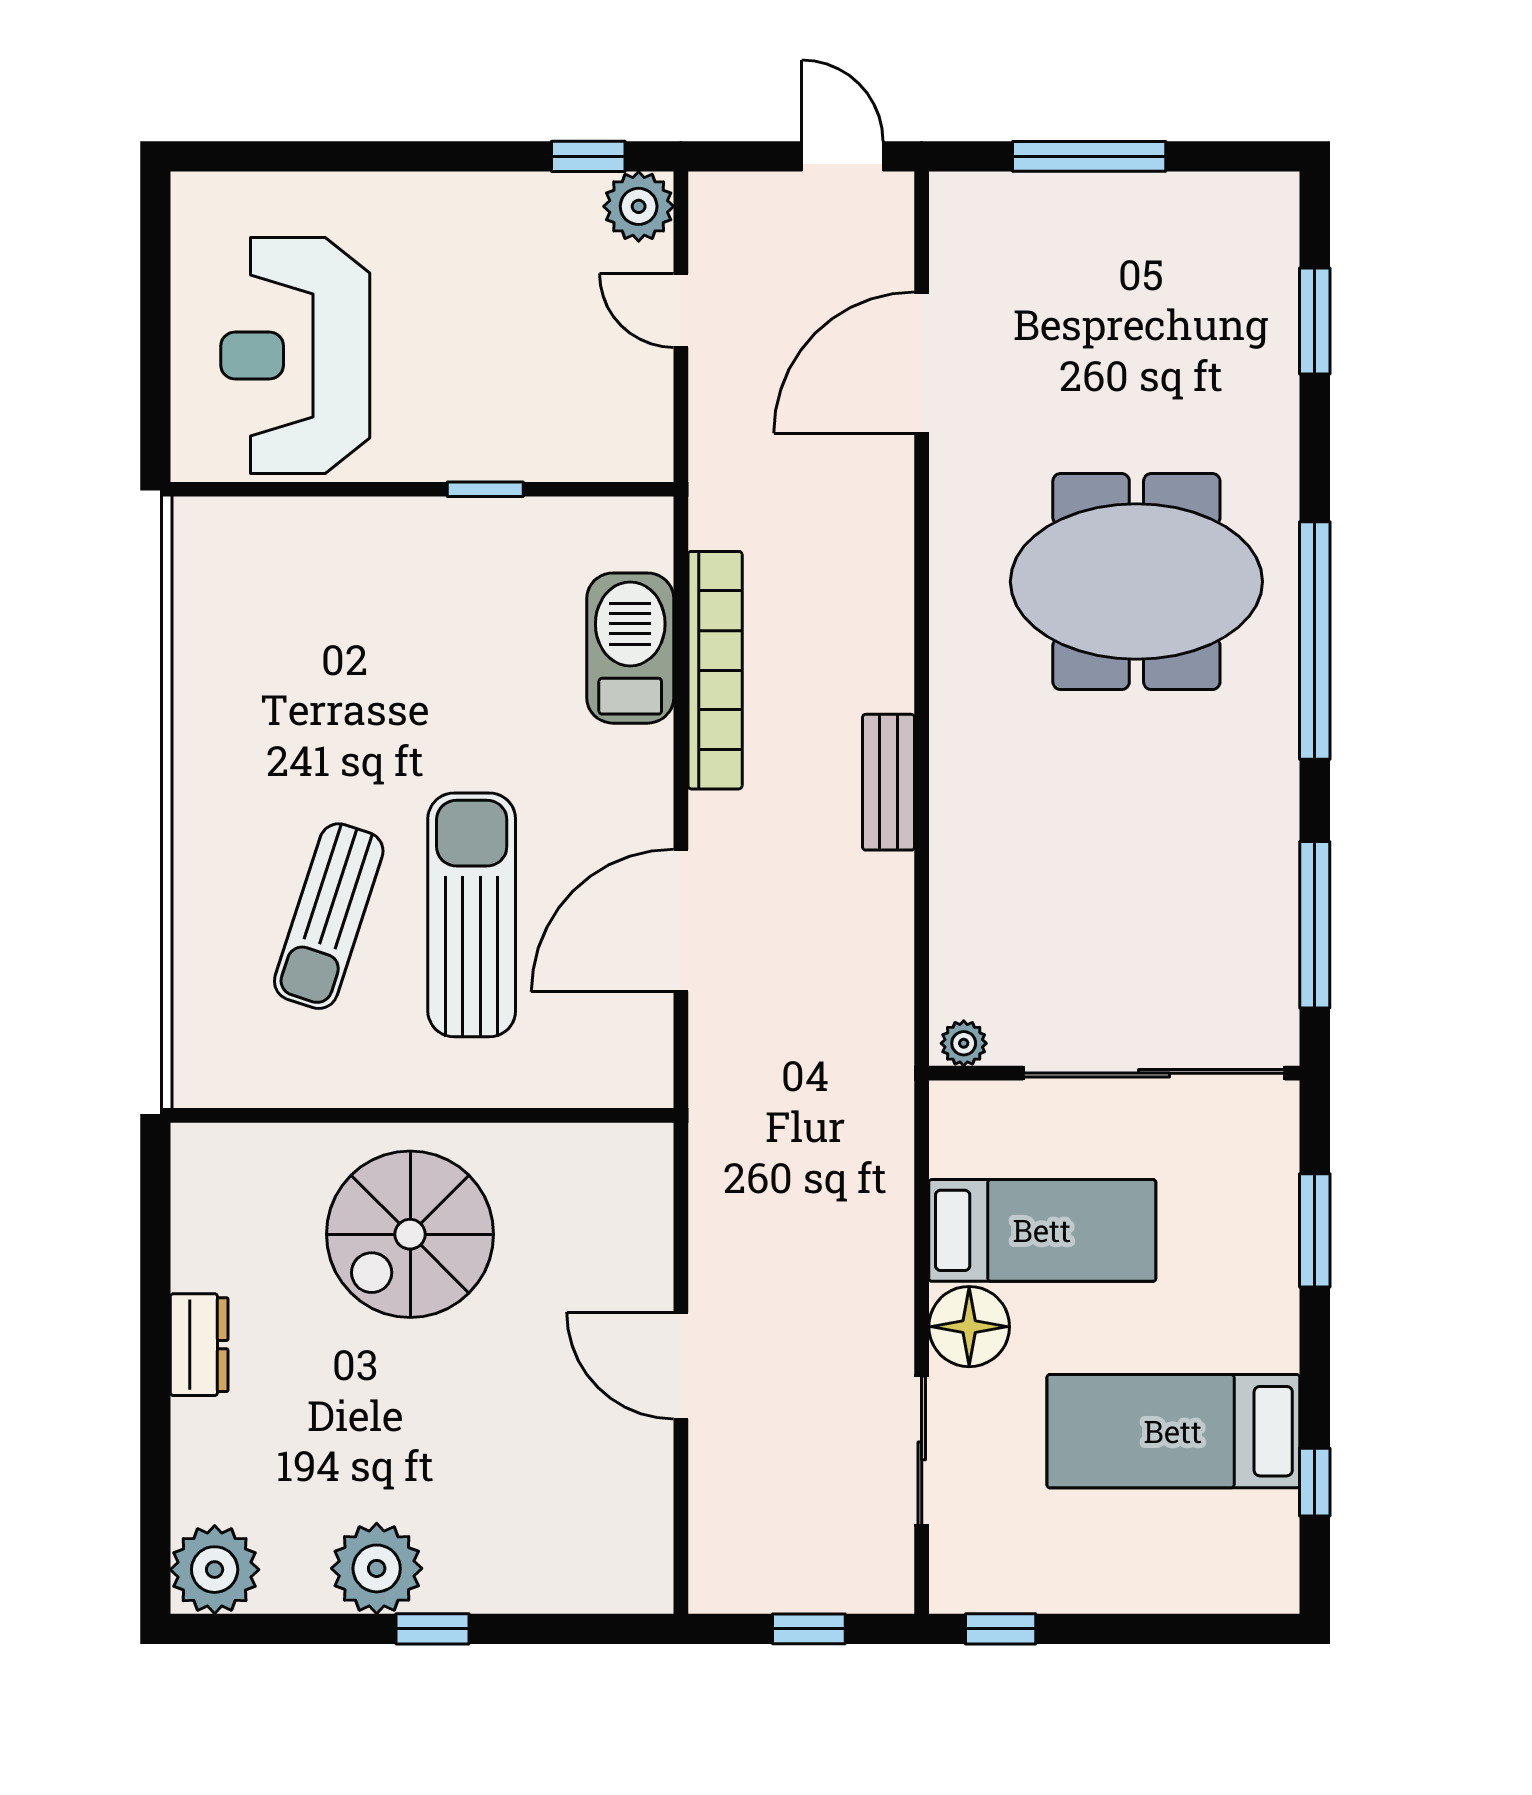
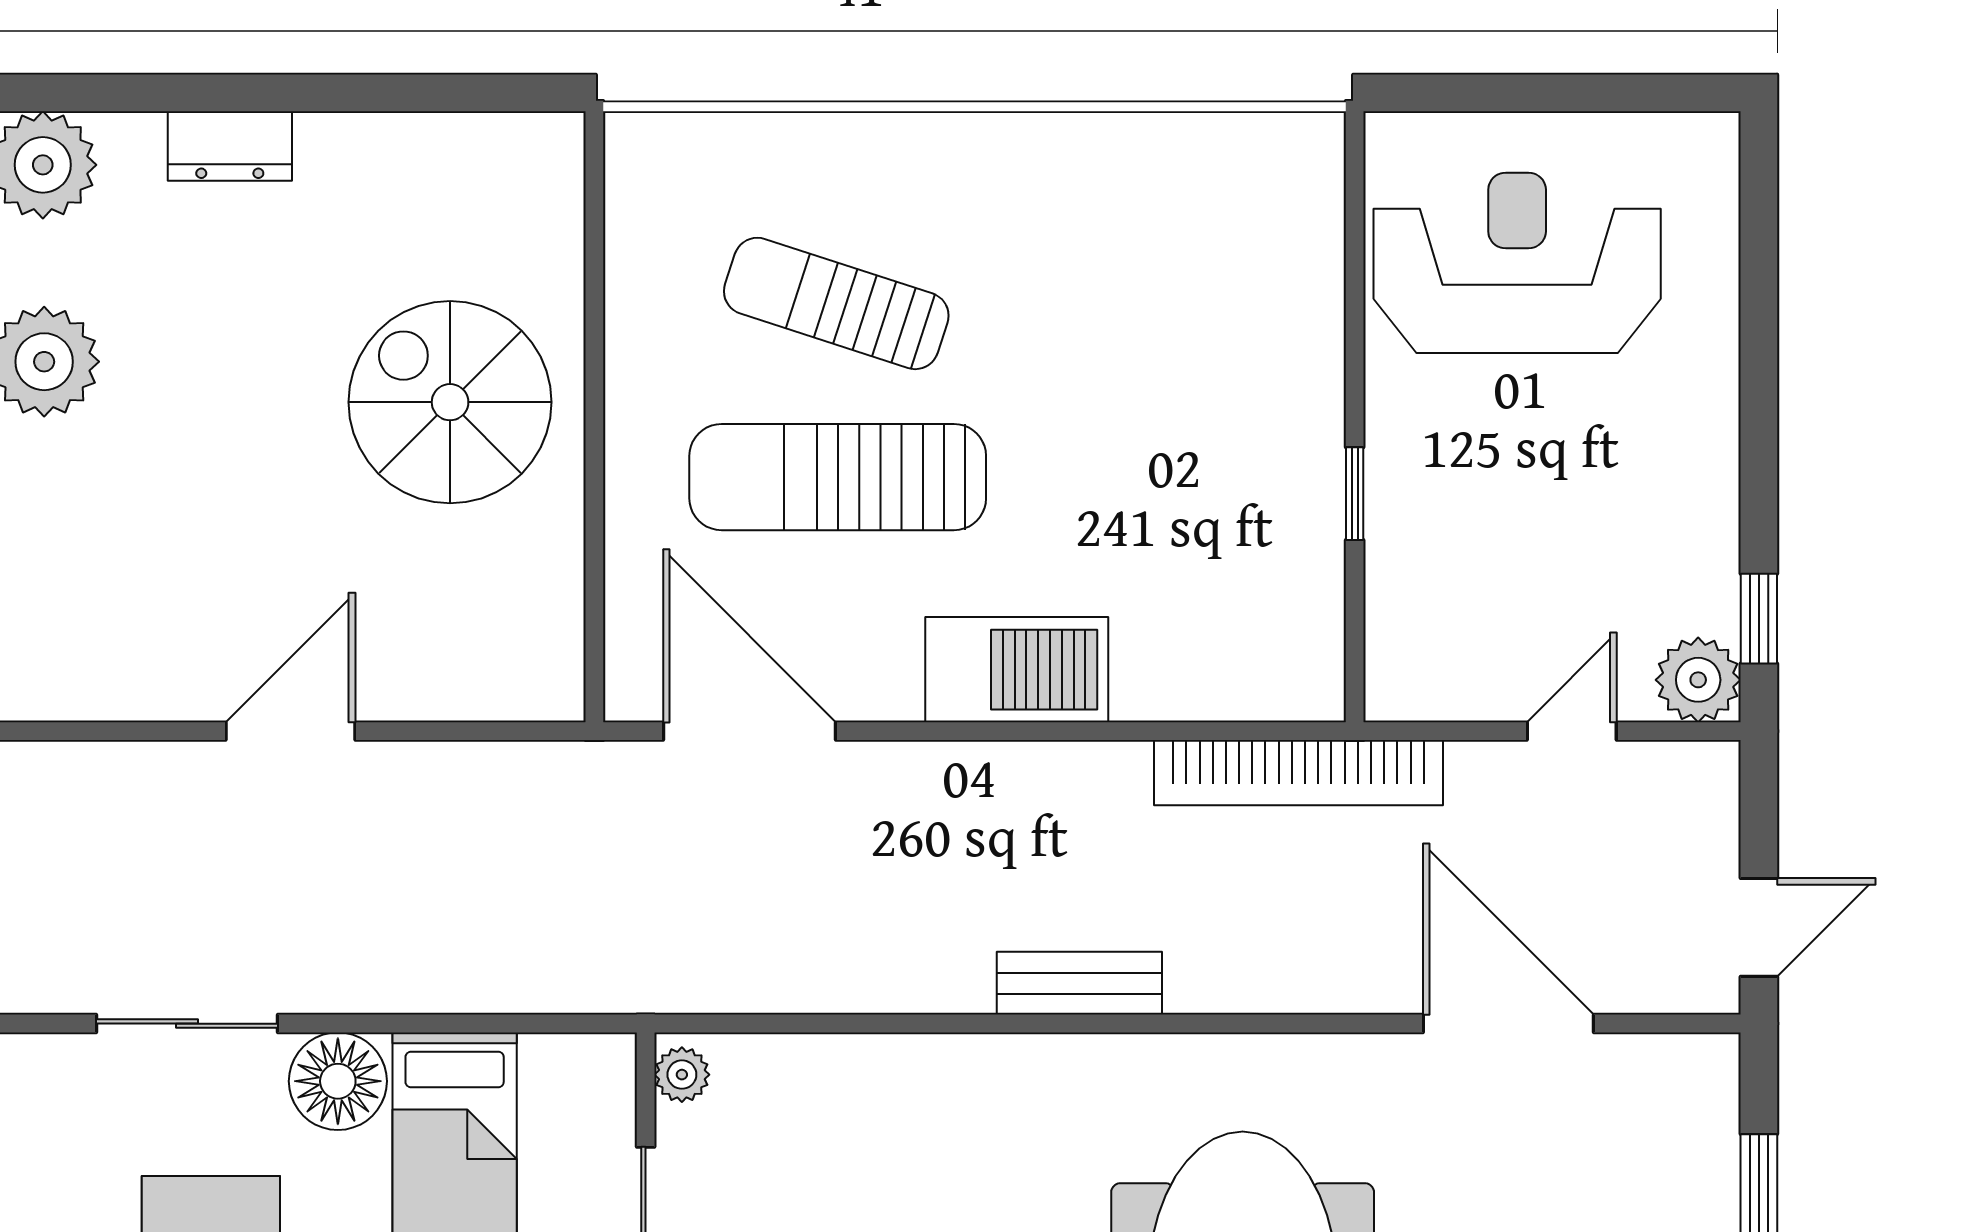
barbecue: (630, 648) -> (1017, 670), moved
bookcase: (715, 670) -> (1298, 773), moved
bench: (888, 782) -> (1079, 983), moved
sun lounger: (472, 915) -> (838, 477), turned 180
door: (681, 921) -> (749, 731), moved
dresser: (199, 1345) -> (230, 146), moved

